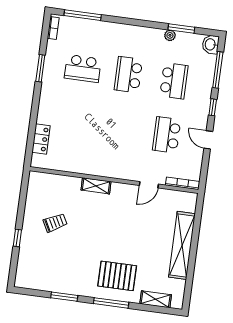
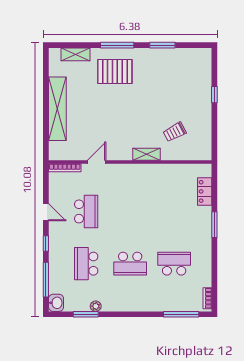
window: (40, 68) -> (214, 225), moved
school desk: (128, 75) -> (130, 264), turned 90
trolley: (55, 223) -> (175, 132), moved

